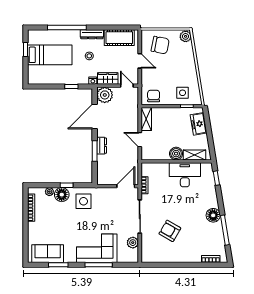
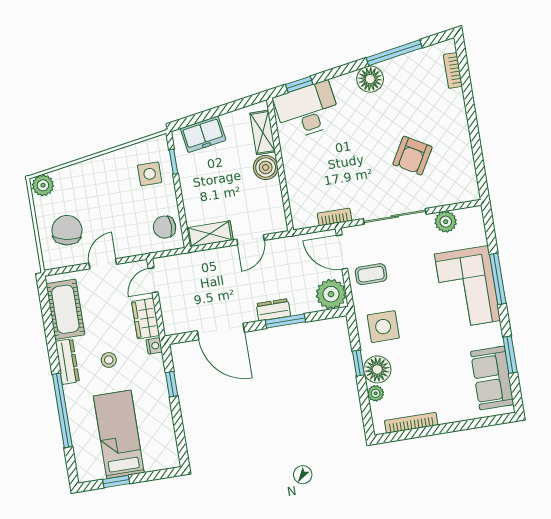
plant: (105, 95) -> (331, 294), moved
desk: (185, 175) -> (307, 110), moved, turned 81
coffee table: (112, 199) -> (371, 274), added

